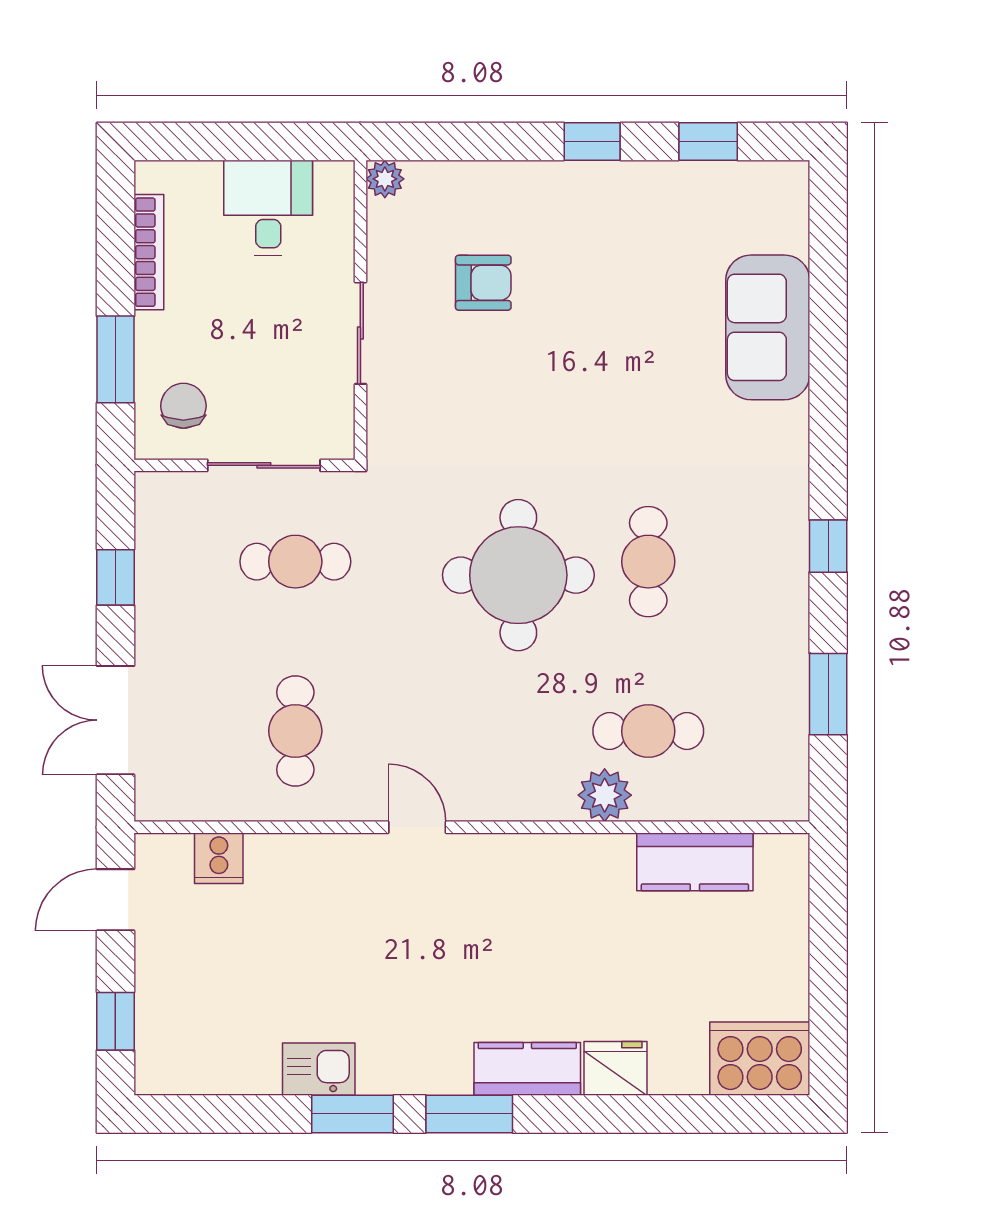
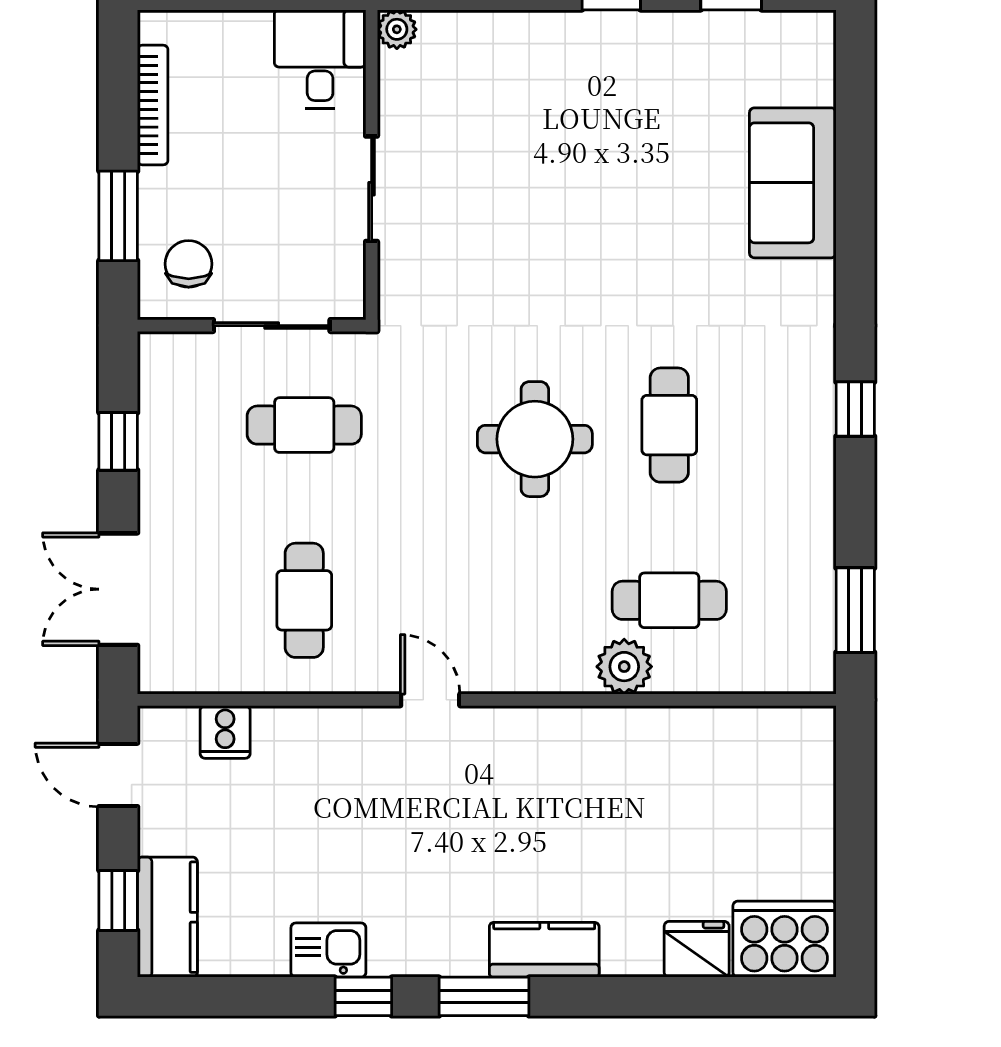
desk: (268, 208) -> (320, 59), moved
armchair: (483, 283) -> (499, 137), removed
round table: (518, 575) -> (535, 439), width x0.73, depth x0.73
window: (828, 694) -> (855, 610), moved
kitchen counter: (695, 862) -> (167, 917), moved, turned -90
door: (115, 900) -> (118, 775), hinge flipped
fridge: (616, 1068) -> (697, 949), moved
window: (353, 1114) -> (363, 996), width x0.67

